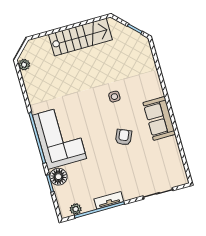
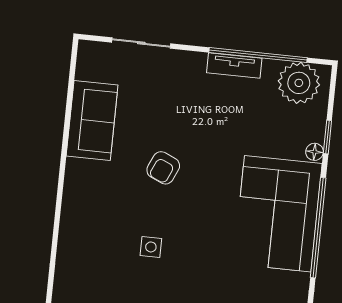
sofa: (159, 118) -> (92, 121), moved
floor lamp: (58, 177) -> (314, 152), width x0.53, depth x0.53
plant: (76, 209) -> (299, 83), width x1.88, depth x1.88

